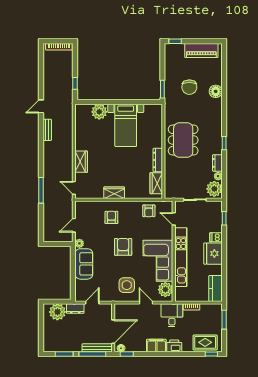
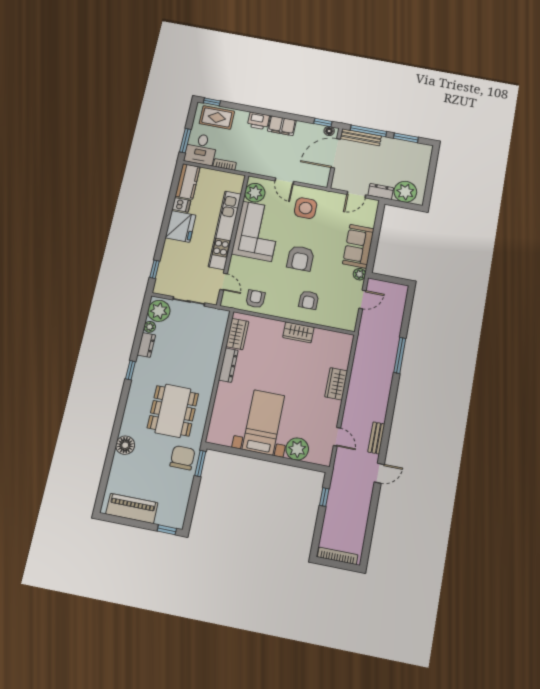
chair: (189, 87) -> (182, 458), moved
dining table: (183, 140) -> (173, 411), moved
door: (74, 188) -> (337, 437), moved
dishwasher: (216, 237) -> (181, 205), moved
desk: (172, 315) -> (201, 149), moved

